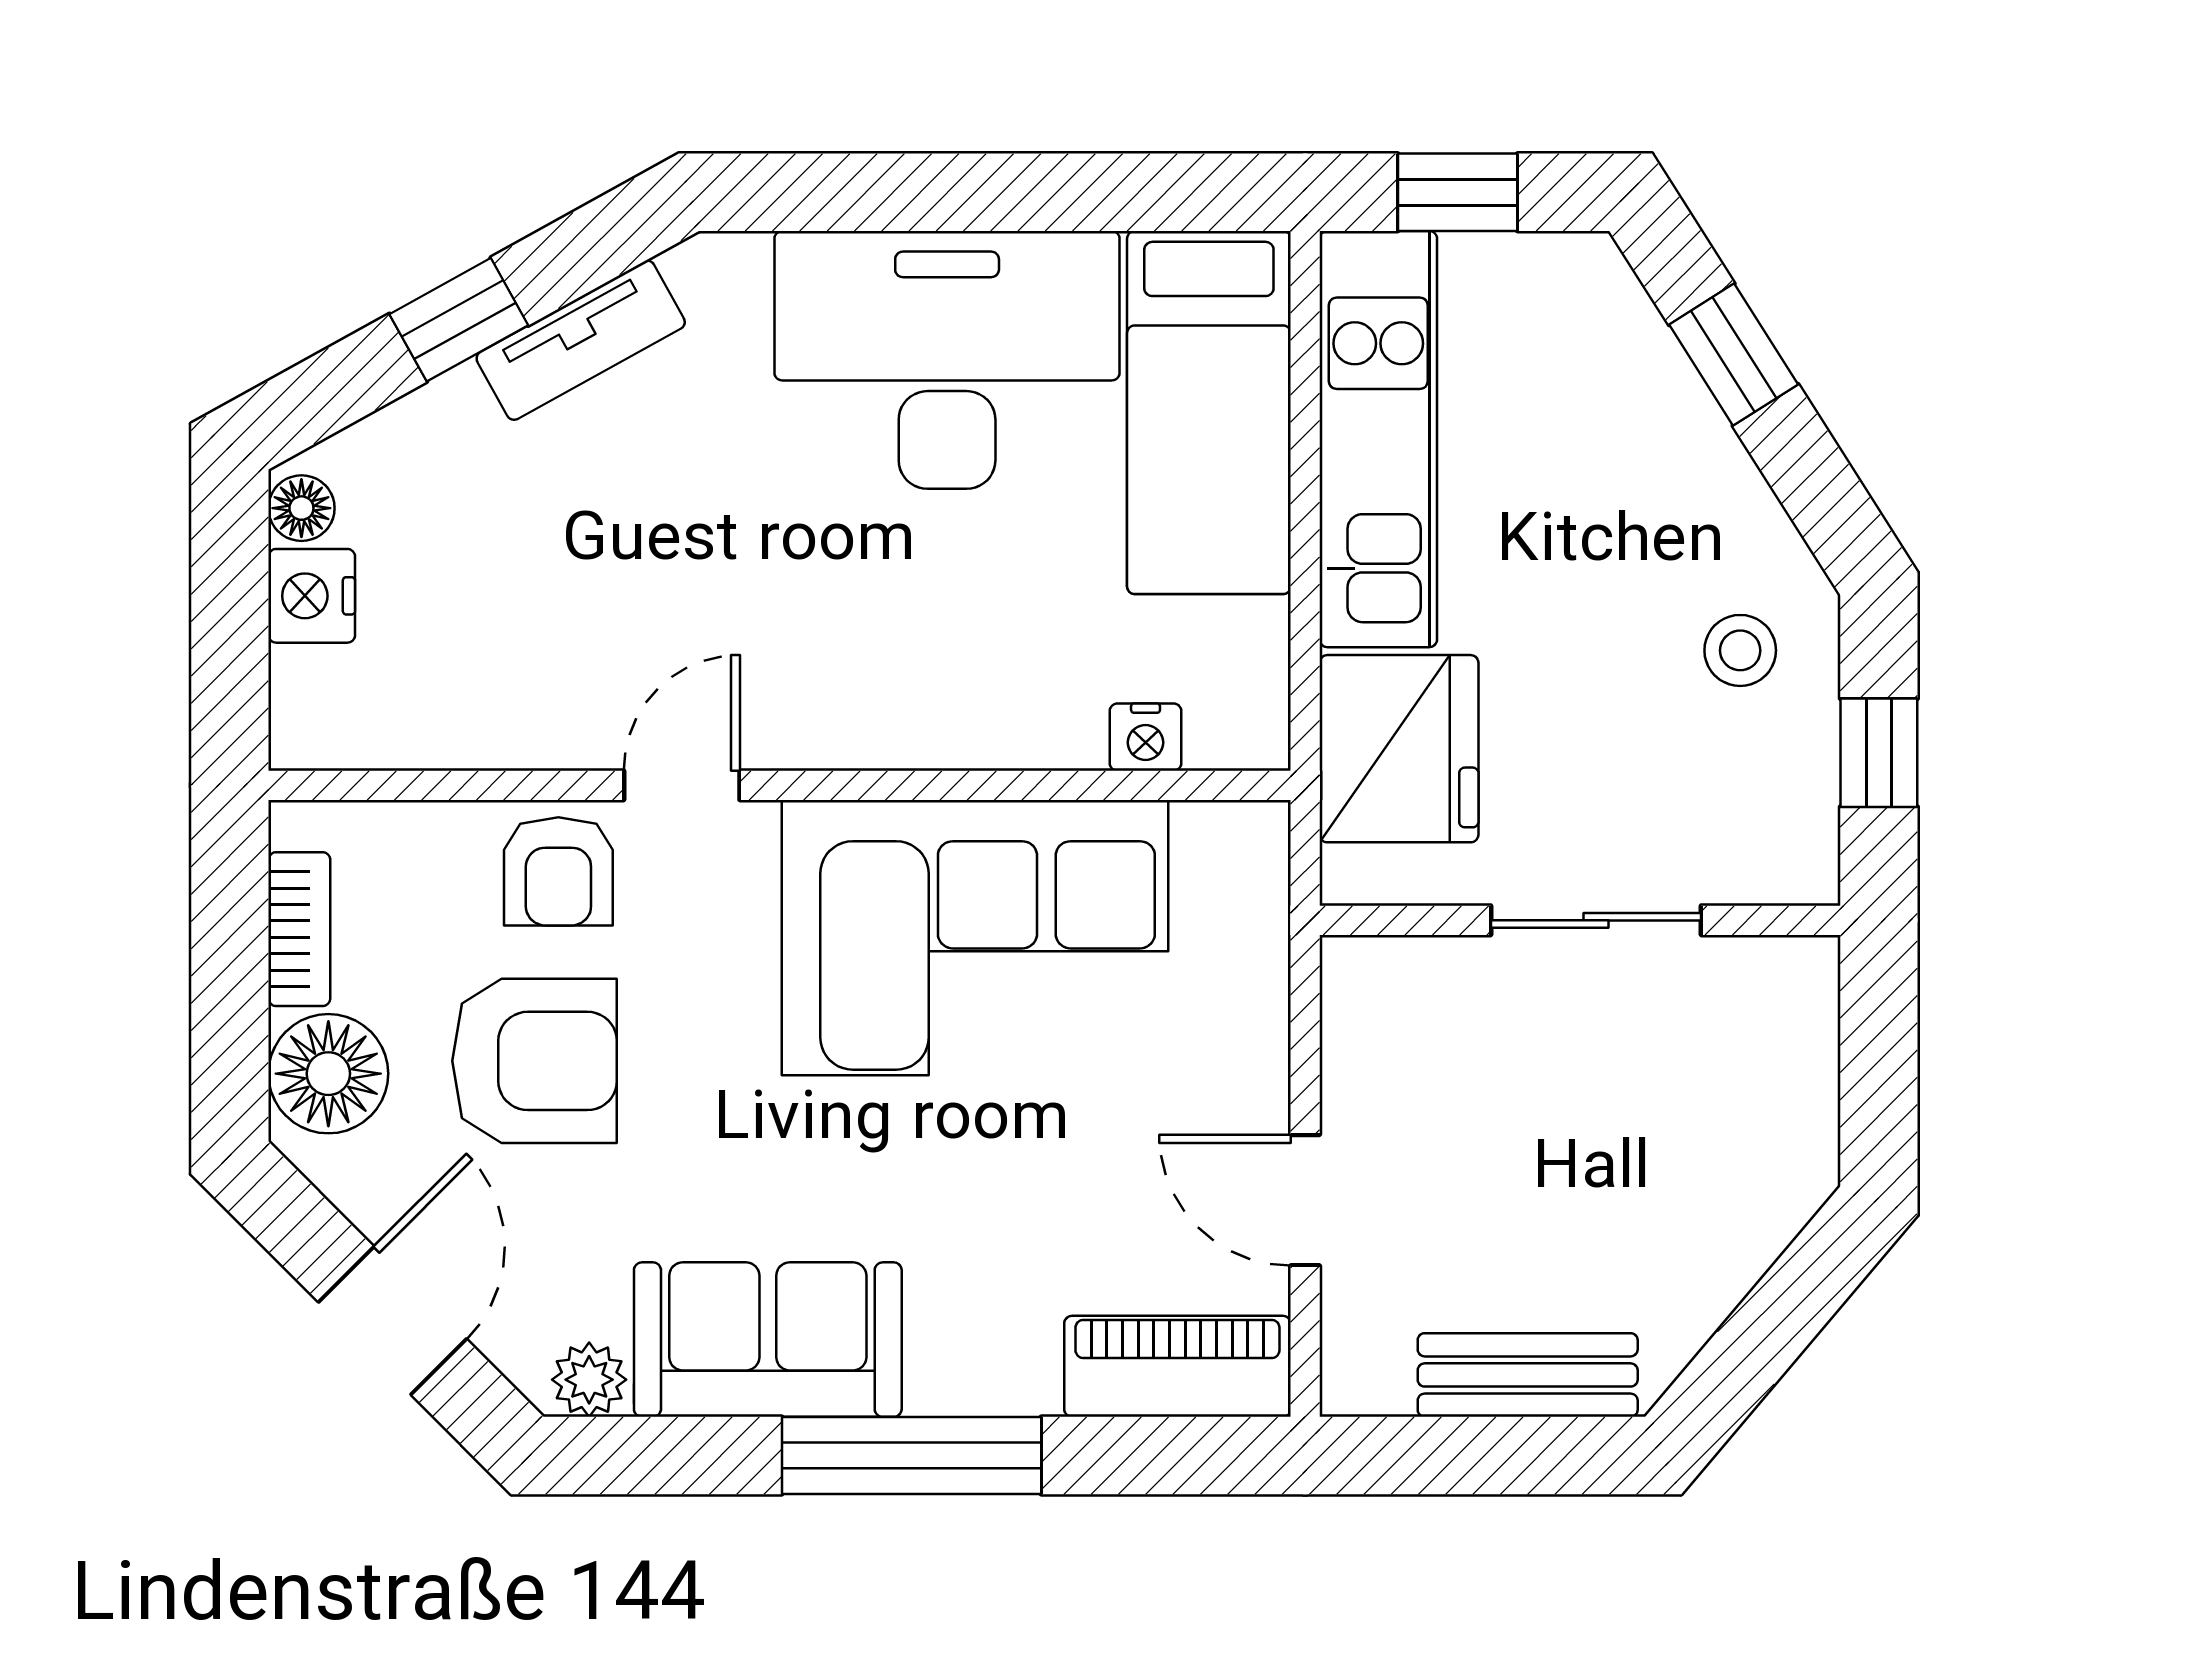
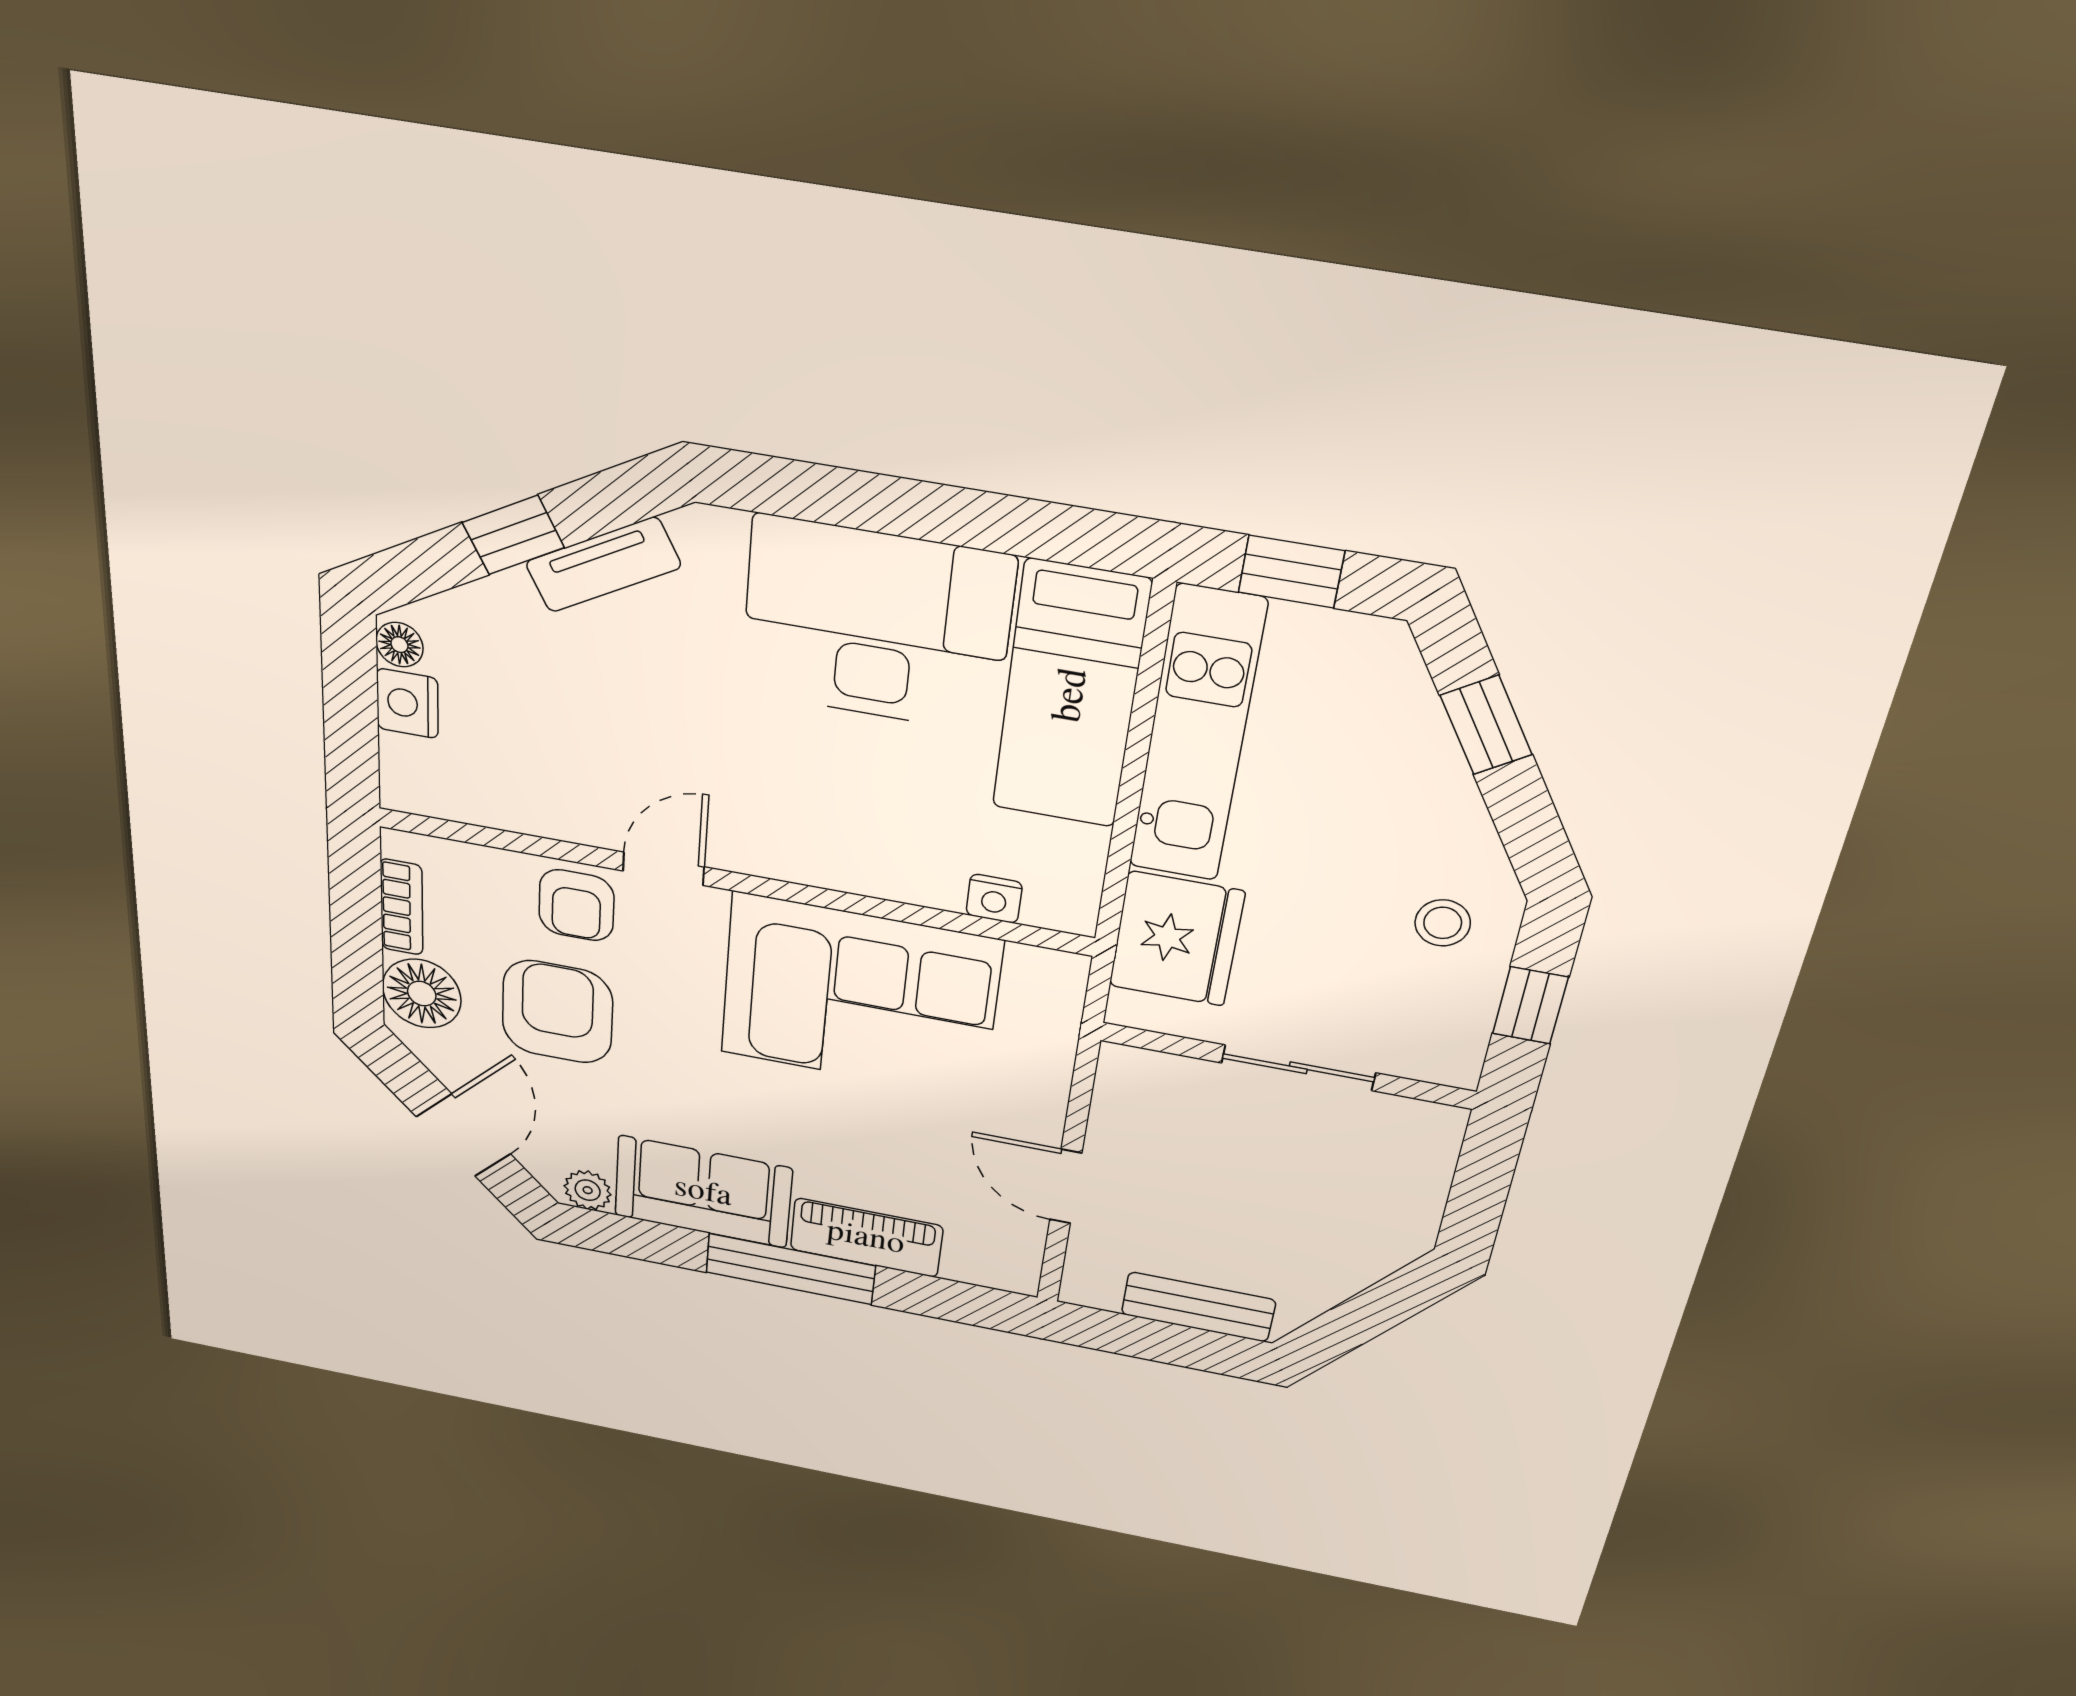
armchair: (535, 1061) -> (557, 1012), turned -90
piano: (1177, 1366) -> (866, 1238), moved

